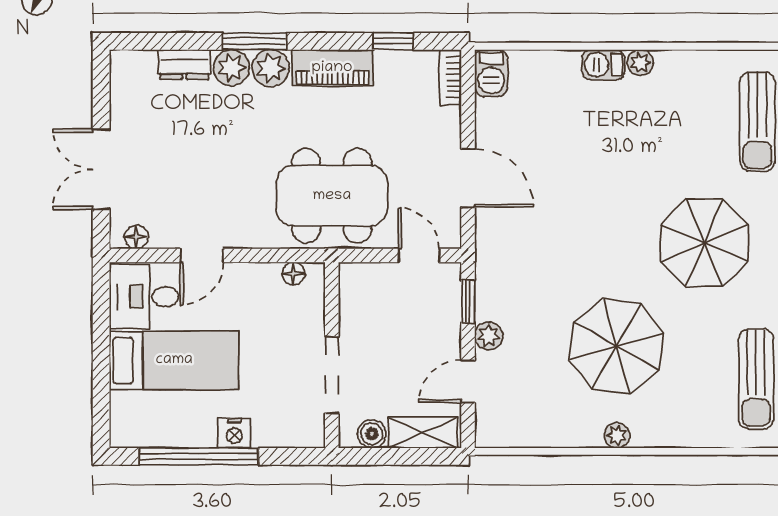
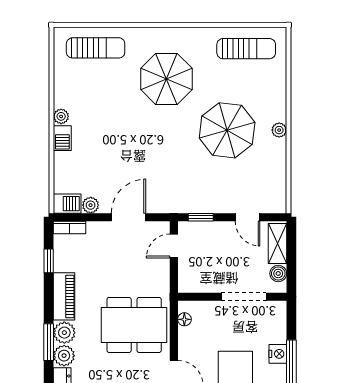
dining table: (332, 196) -> (134, 325), moved, turned 90
plant: (489, 336) -> (91, 205), moved

